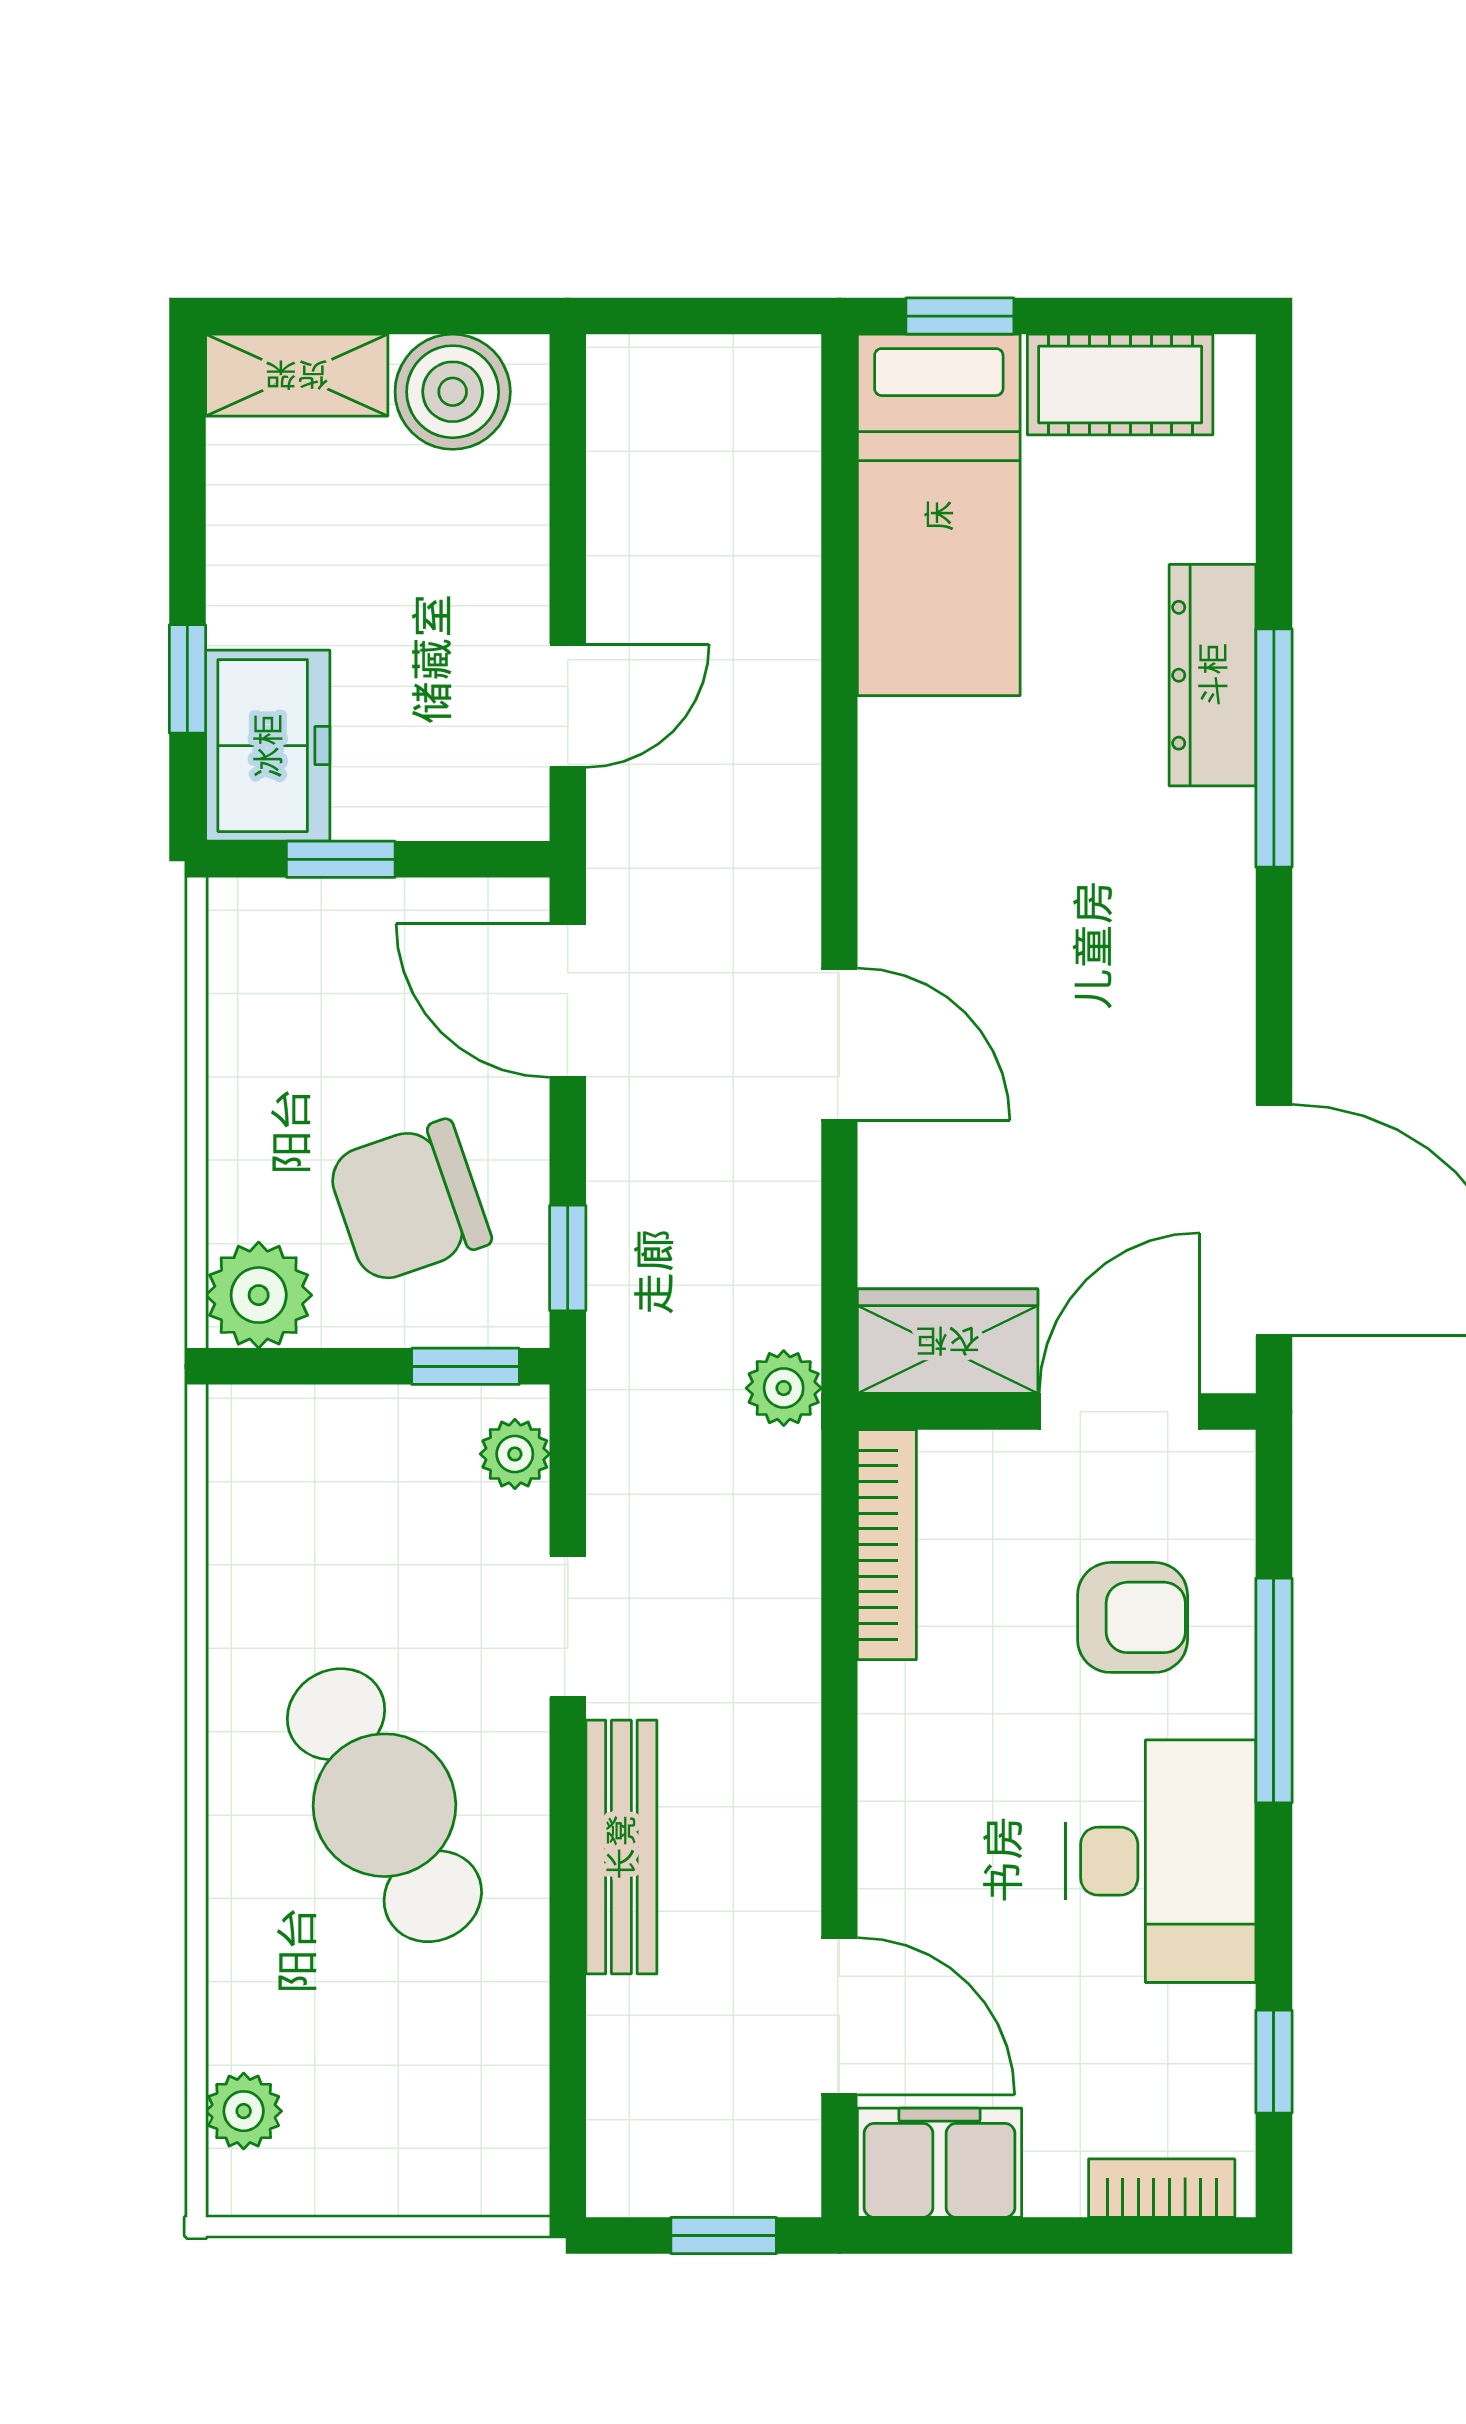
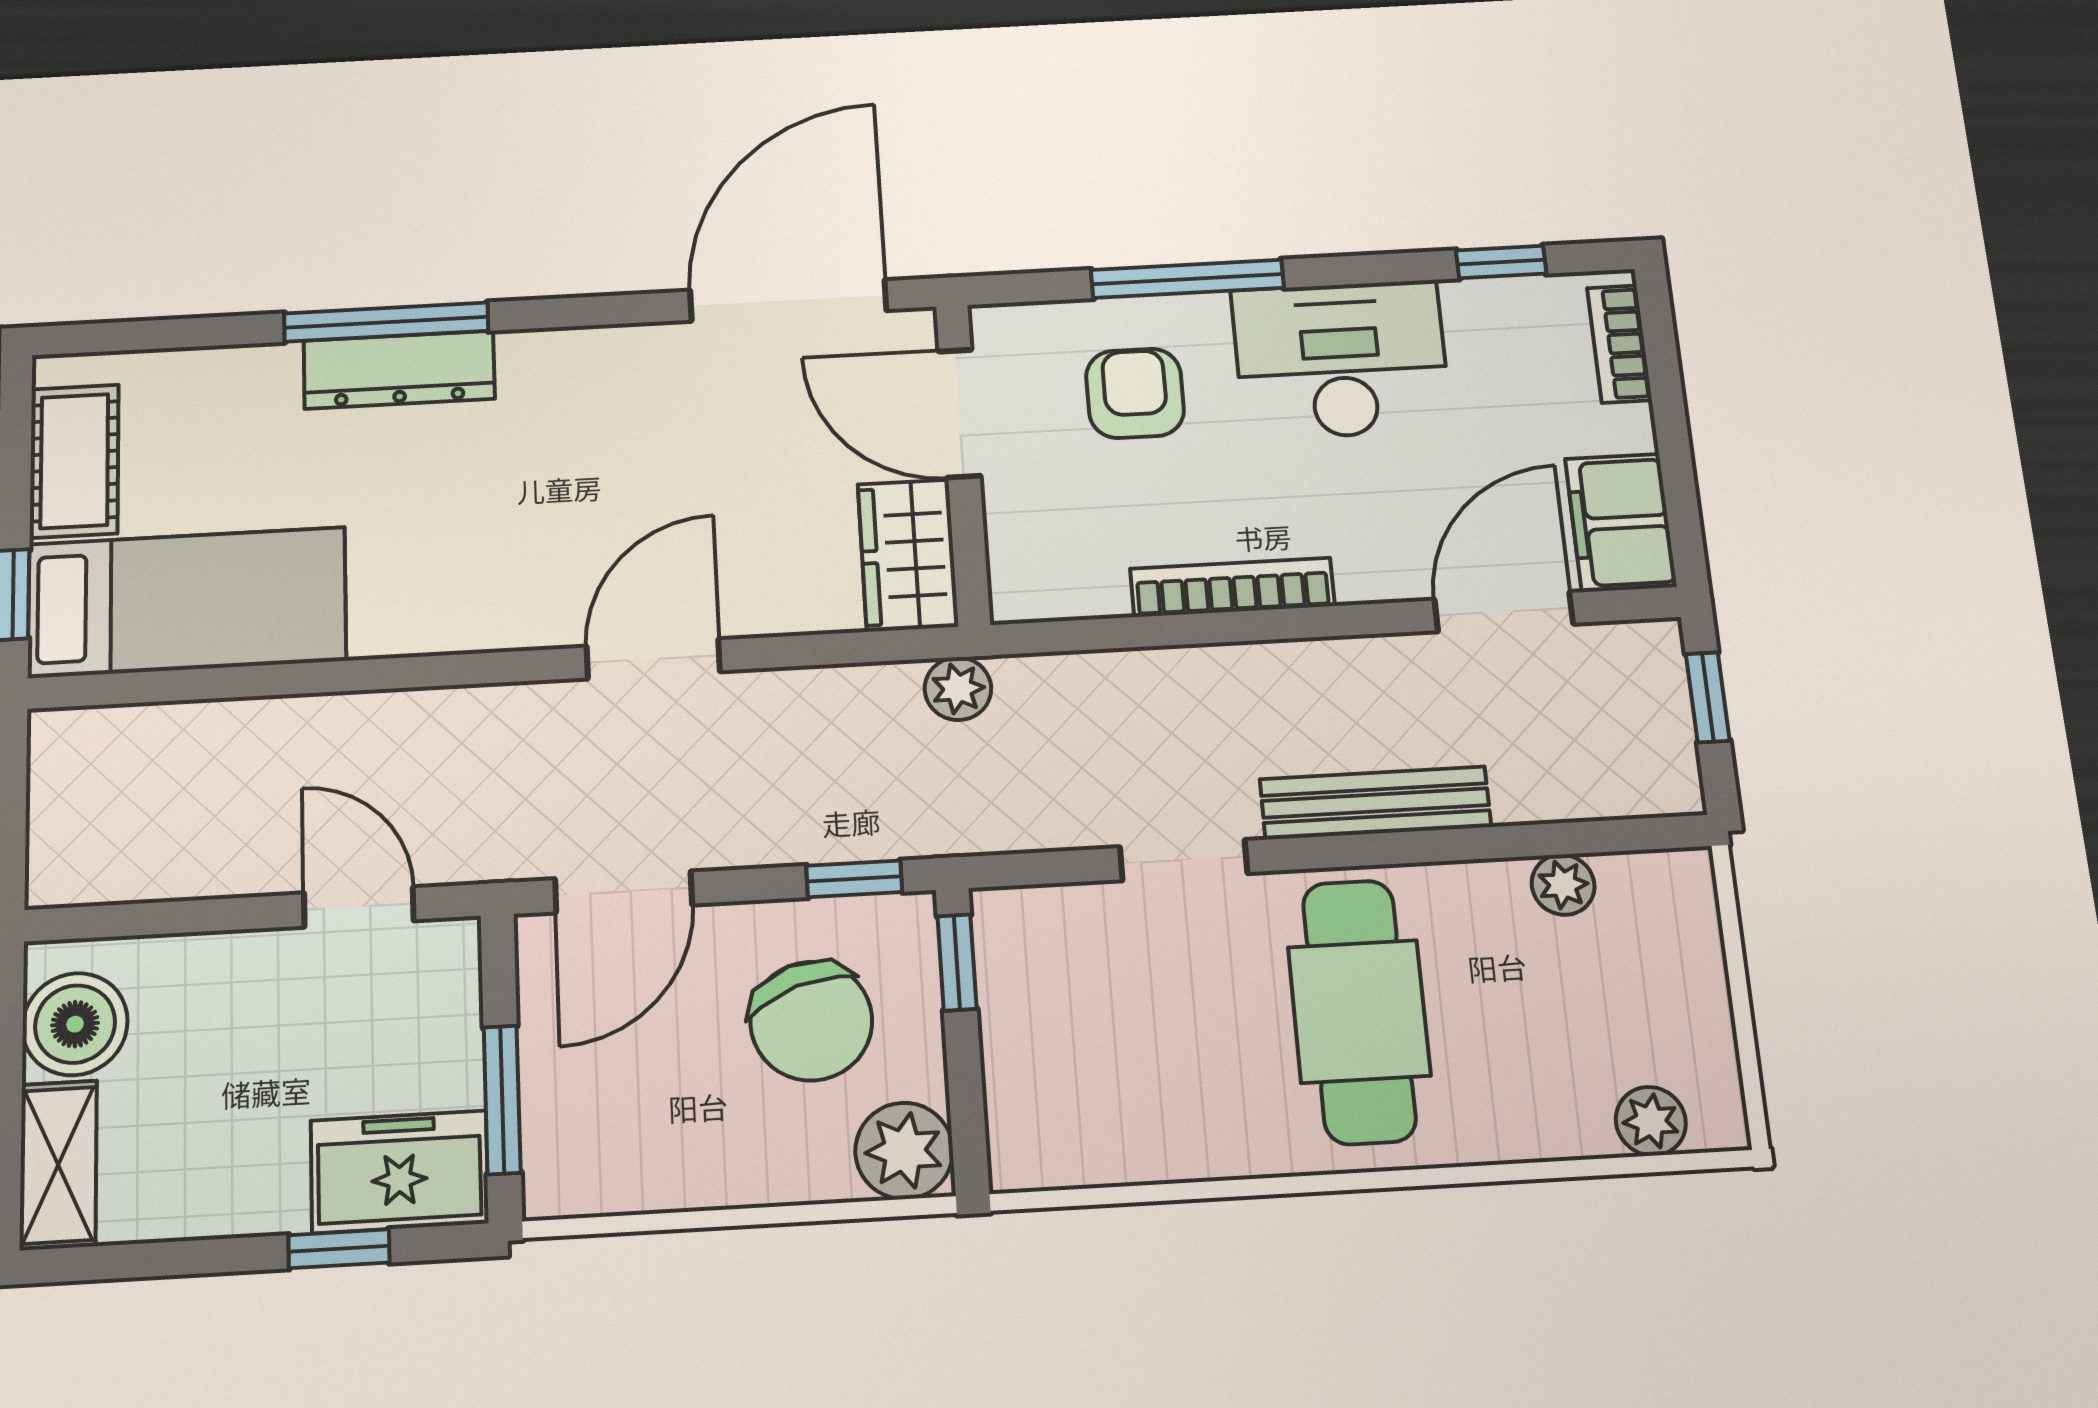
dresser: (1213, 675) -> (399, 370), moved
window: (341, 859) -> (502, 1100), width x1.50
plant: (515, 1454) -> (1563, 885), moved
bookcase: (887, 1545) -> (1232, 587), moved
cafe table: (384, 1805) -> (1359, 1011), turned -62

